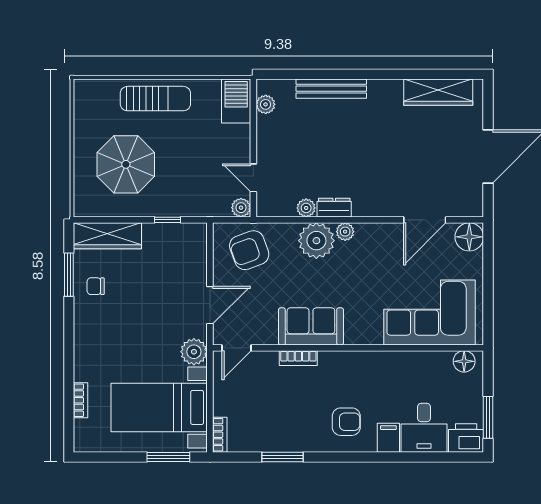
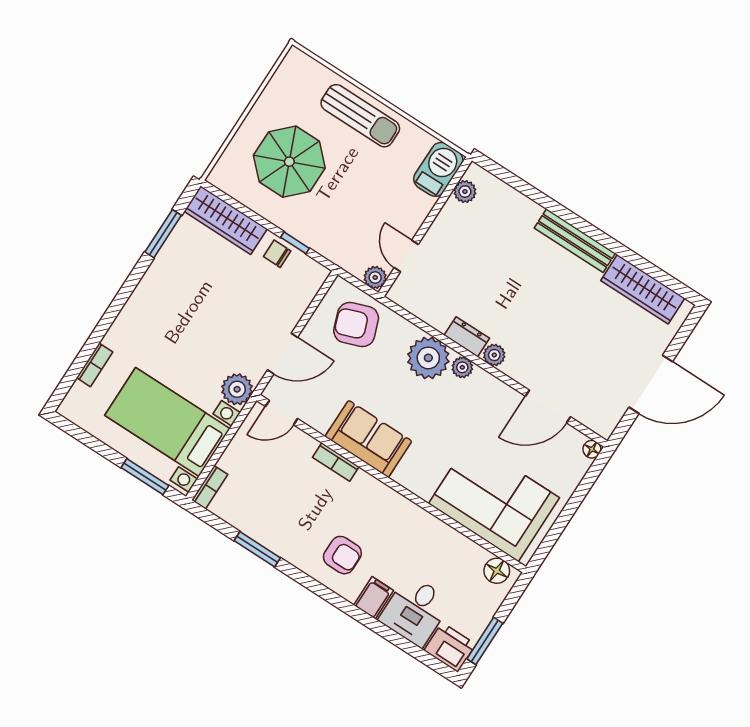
bench: (331, 89) -> (575, 241), moved
plant: (306, 208) -> (494, 355), moved
floor lamp: (469, 237) -> (592, 449), width x0.53, depth x0.53
chair: (96, 286) -> (277, 254), moved

